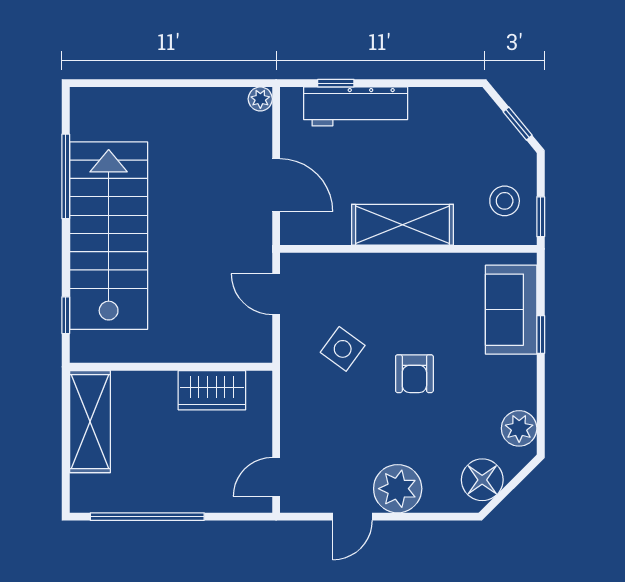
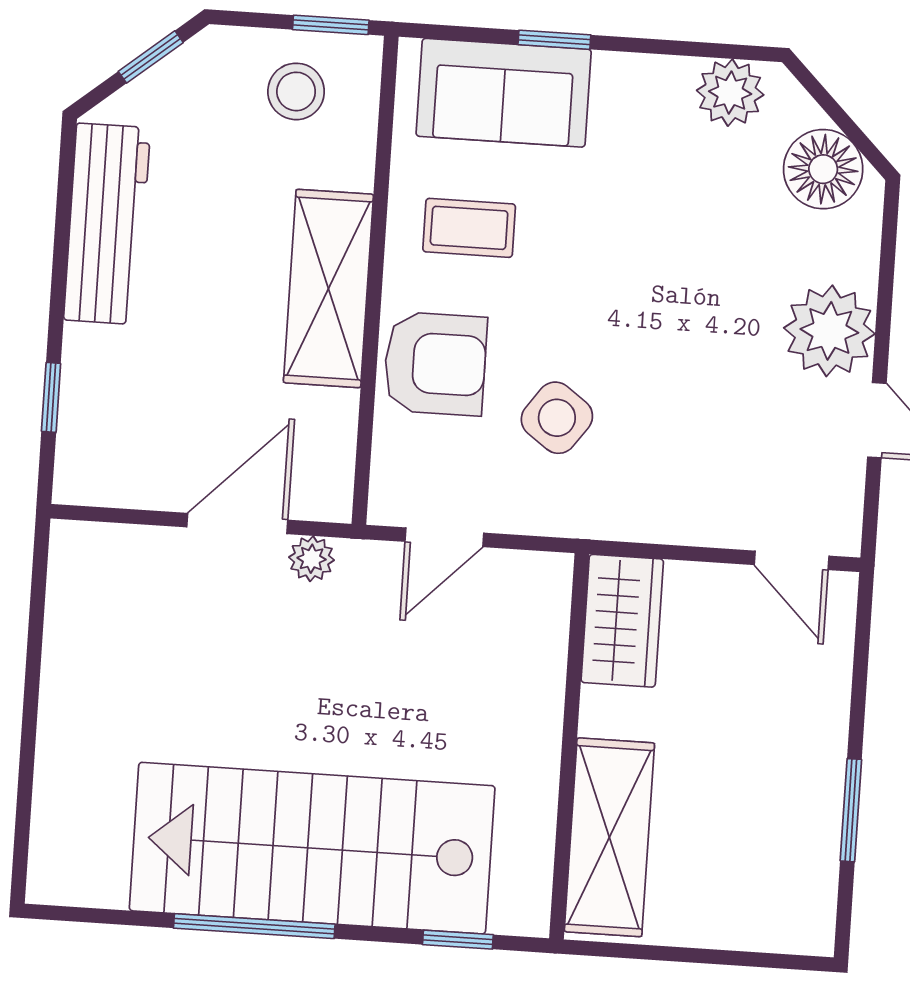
plant: (260, 99) -> (312, 559), moved
workbench: (356, 106) -> (107, 224), moved
window: (66, 176) -> (254, 926), moved
coffee table: (439, 296) -> (469, 228), added
armchair: (414, 374) -> (435, 364), moved, width x1.38, depth x1.38
wardrobe: (212, 390) -> (622, 621), moved
shelving: (90, 422) -> (609, 837), moved, turned 90
window: (147, 517) -> (851, 810), width x0.47

